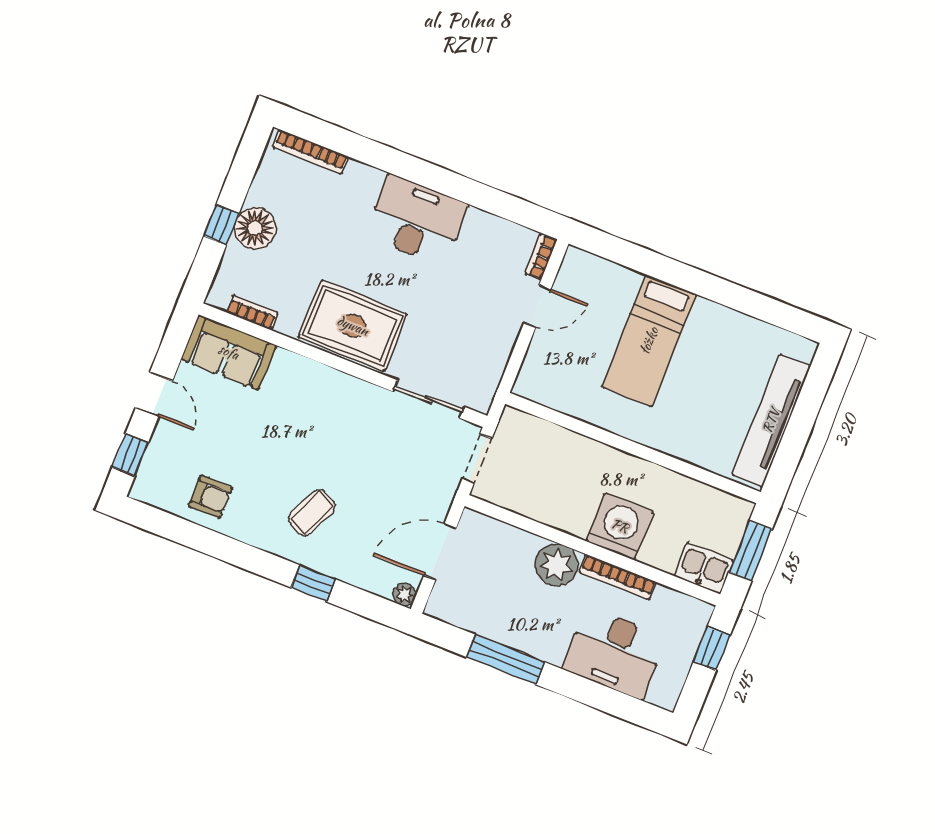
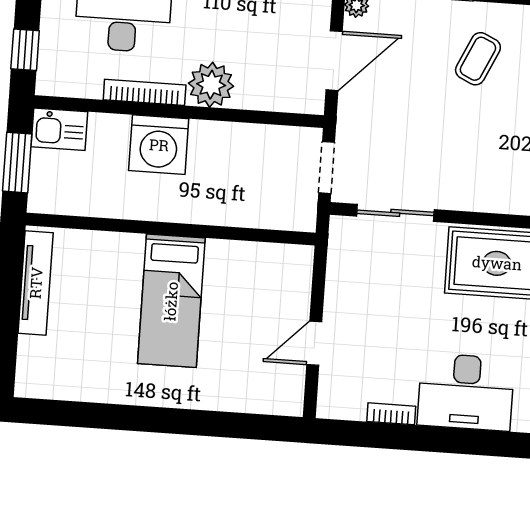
bookcase: (541, 256) -> (391, 414), moved, turned -90
bed: (649, 341) -> (171, 301), moved, turned 180
tv unit: (771, 421) -> (36, 283), width x0.73, depth x0.78

